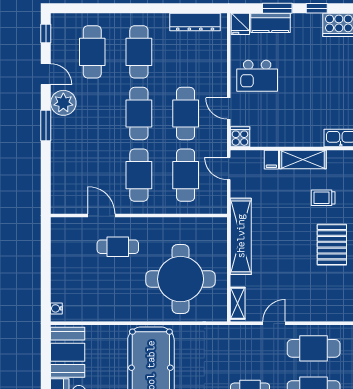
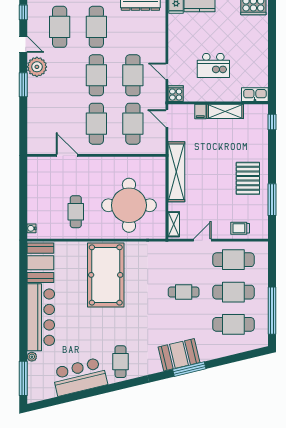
kitchen island: (257, 76) -> (213, 66), moved
trolley: (323, 198) -> (240, 228), moved
cafe table: (118, 247) -> (76, 212), moved, turned 90

